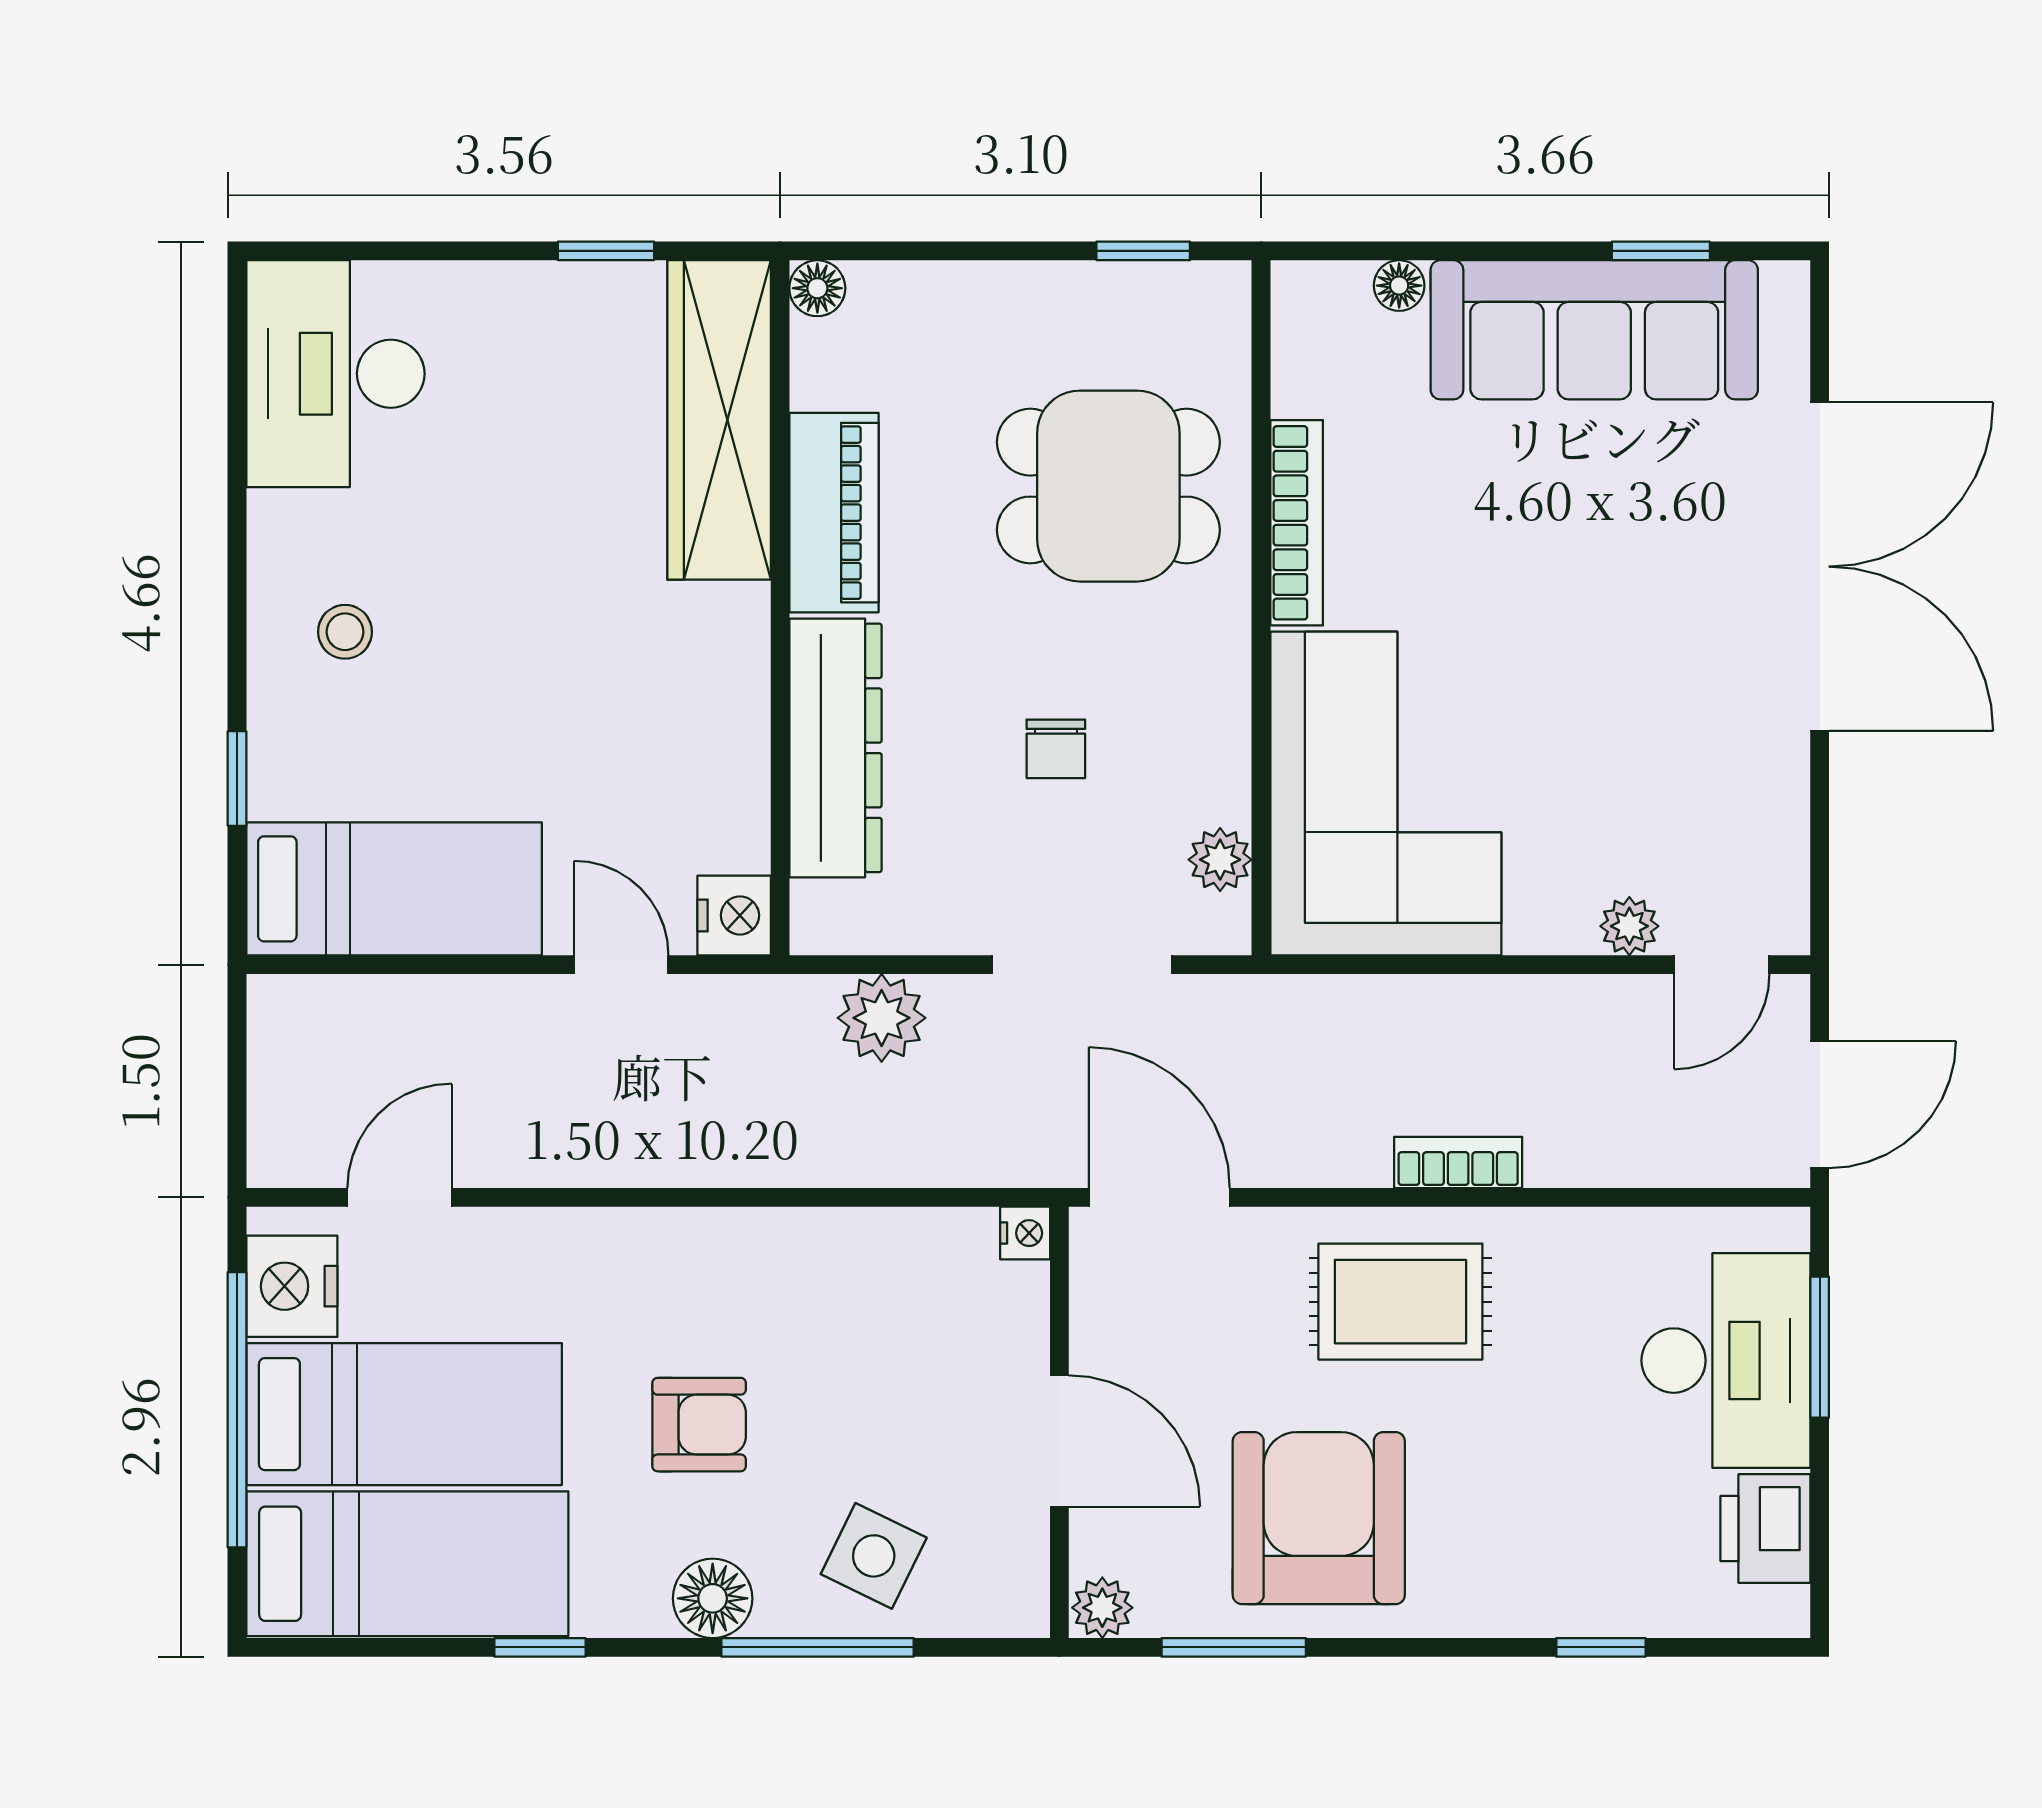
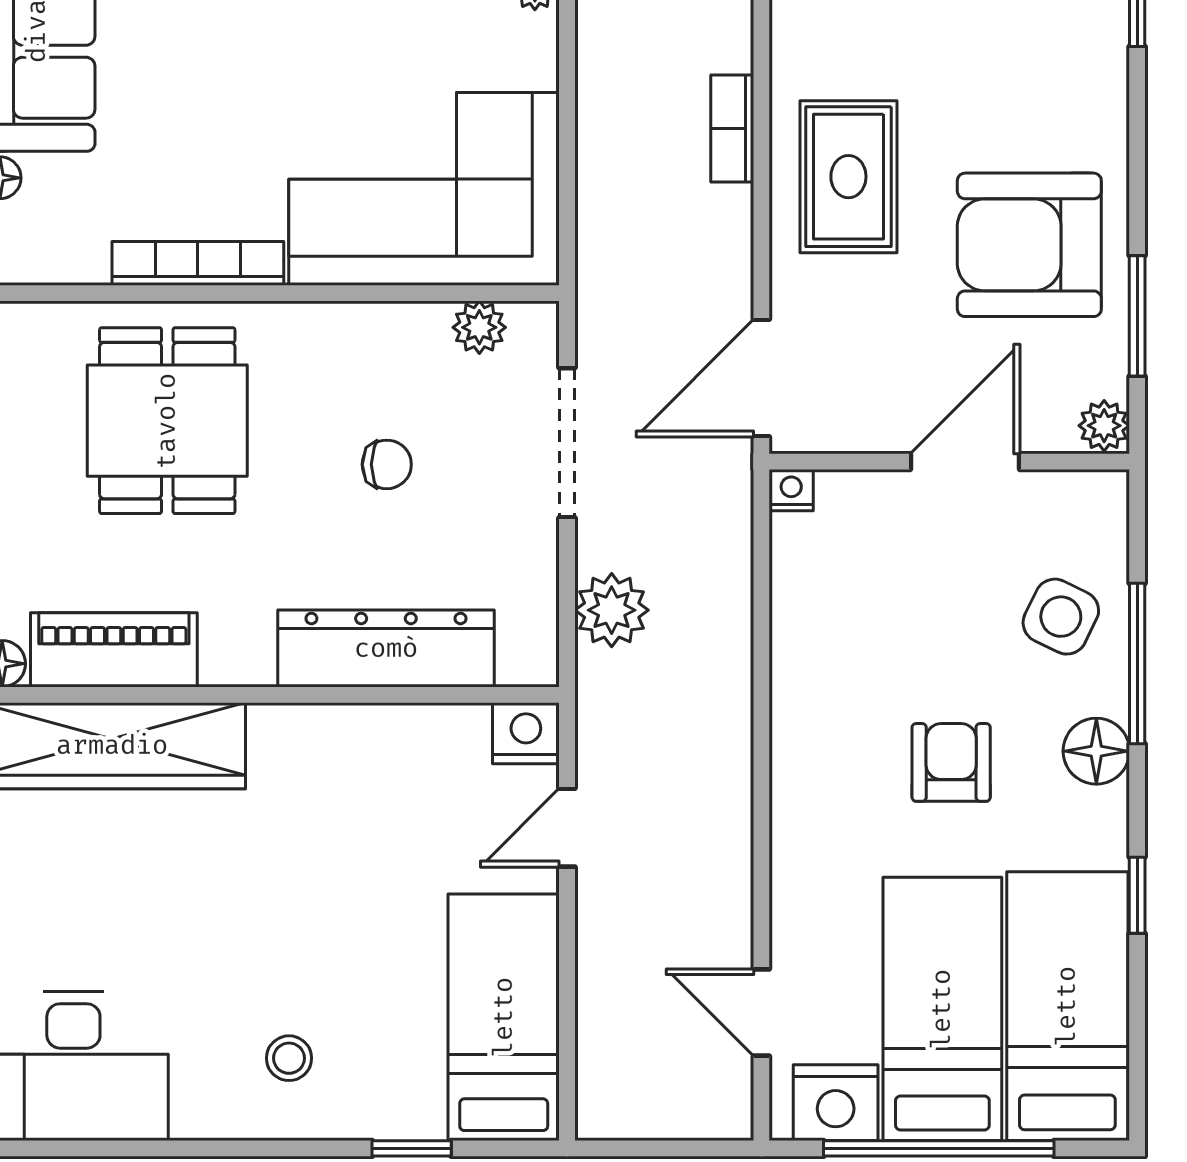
piano: (834, 513) -> (114, 650), moved

